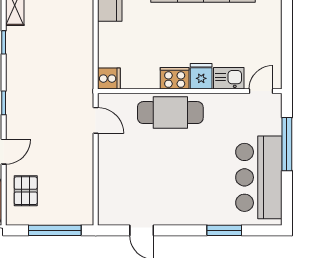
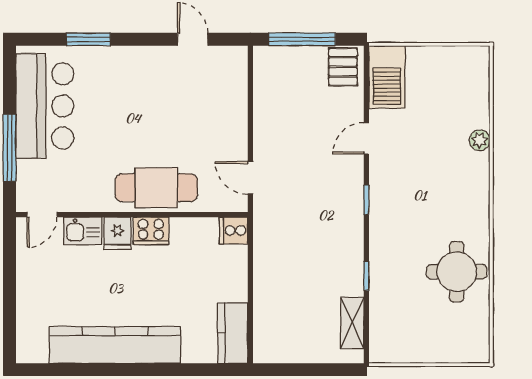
pallet: (26, 191) -> (343, 67), moved

